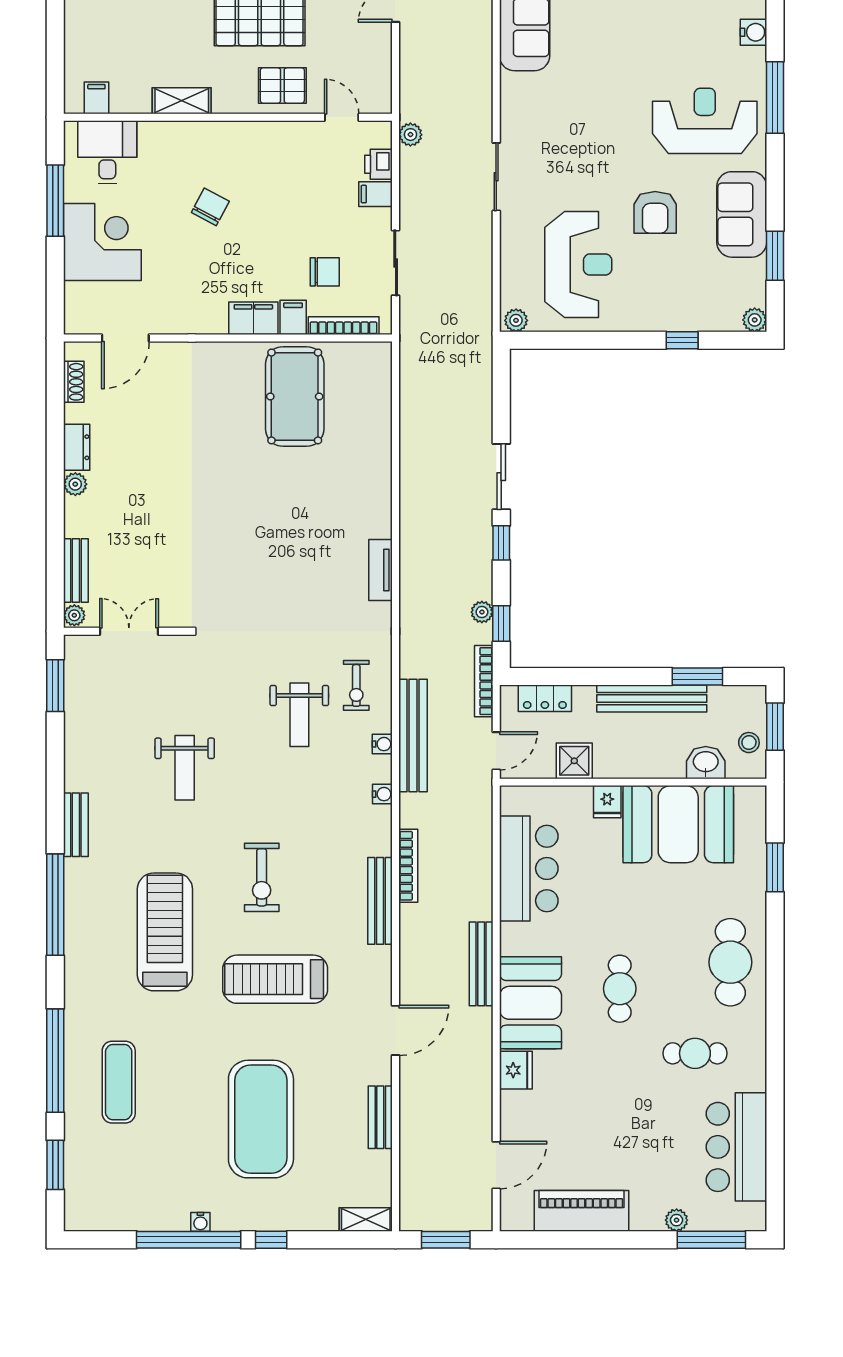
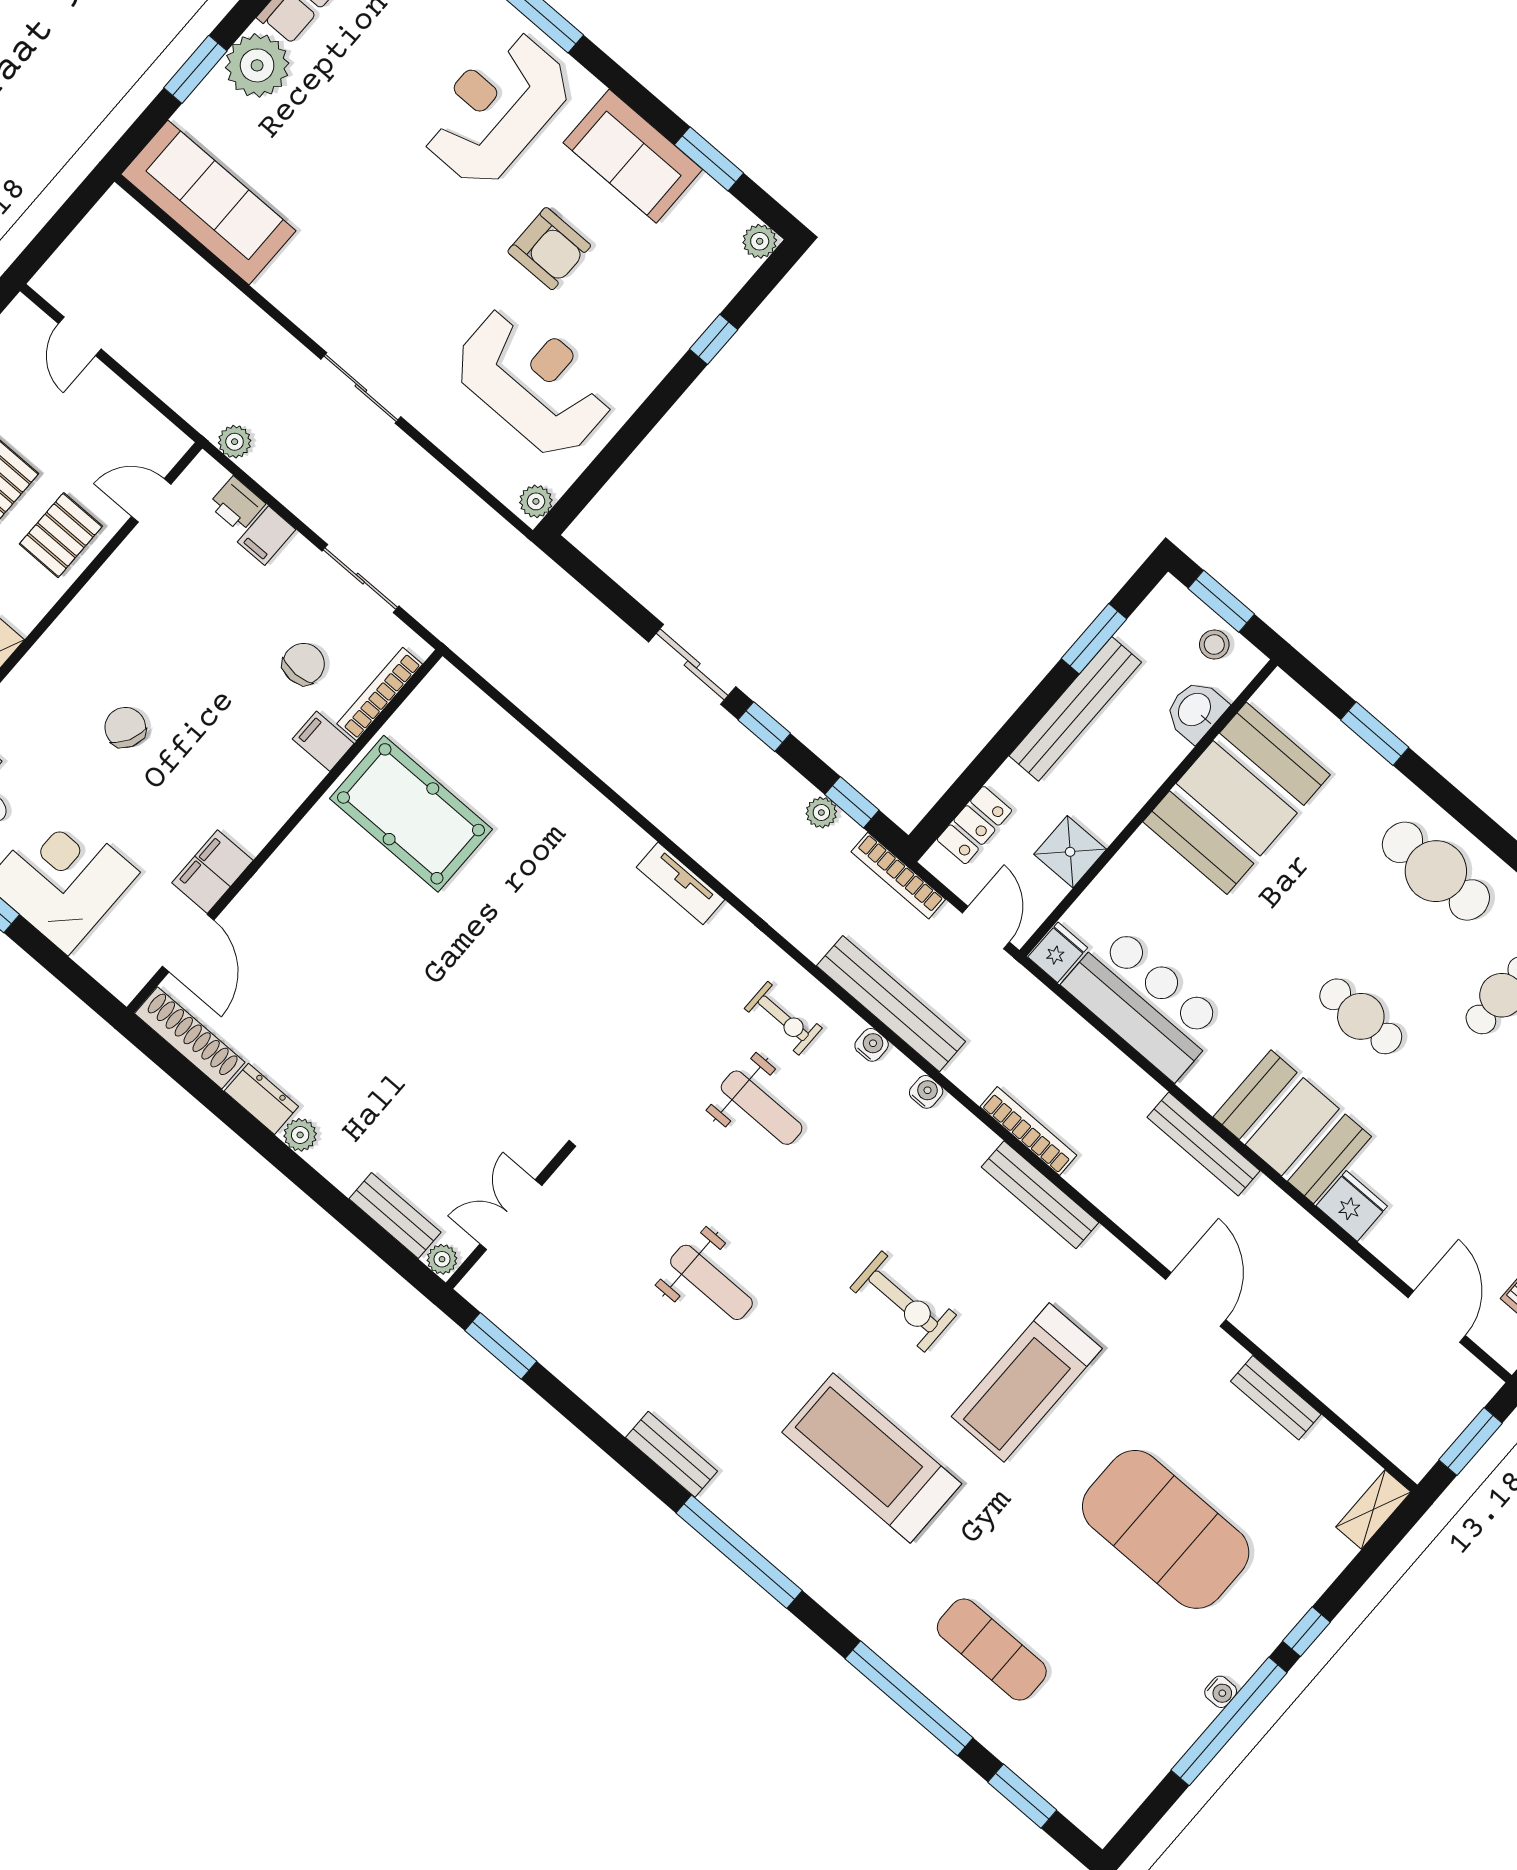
filing cabinet: (253, 318) -> (212, 872), moved
shoe rack: (74, 382) -> (190, 1038), width x1.94, depth x1.24
fridge: (607, 802) -> (1058, 952), moved, turned -90

